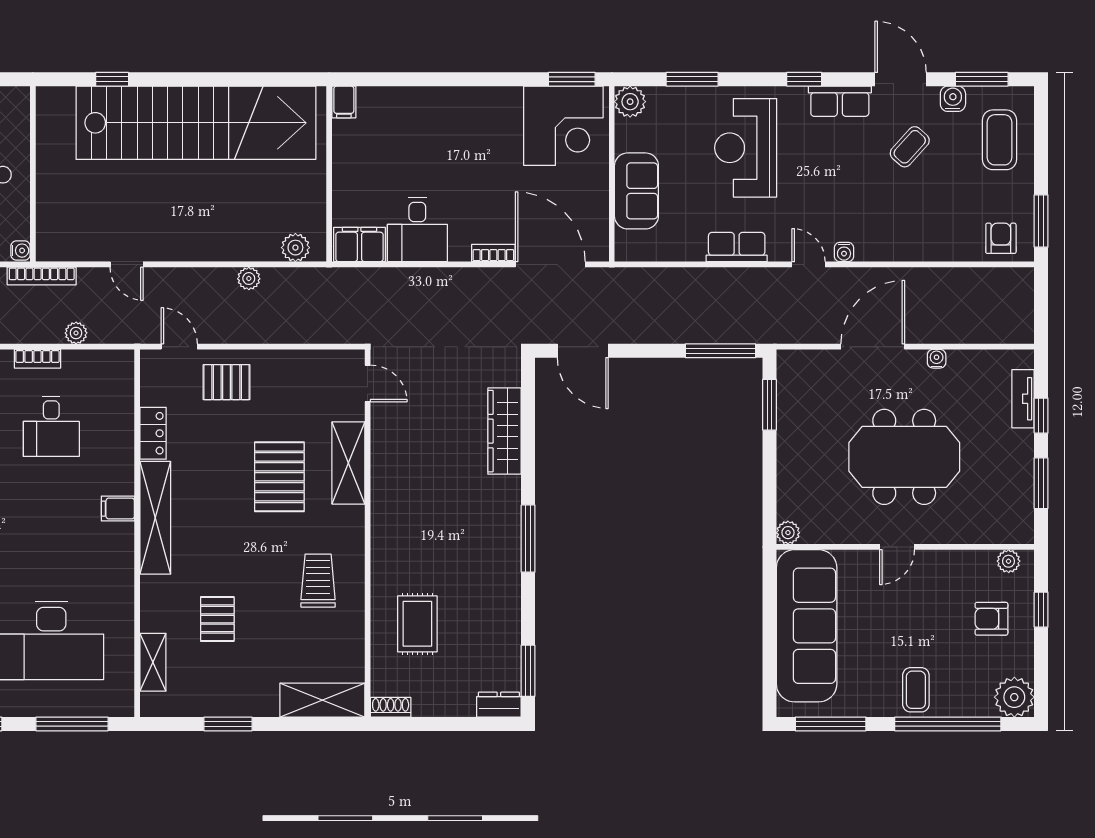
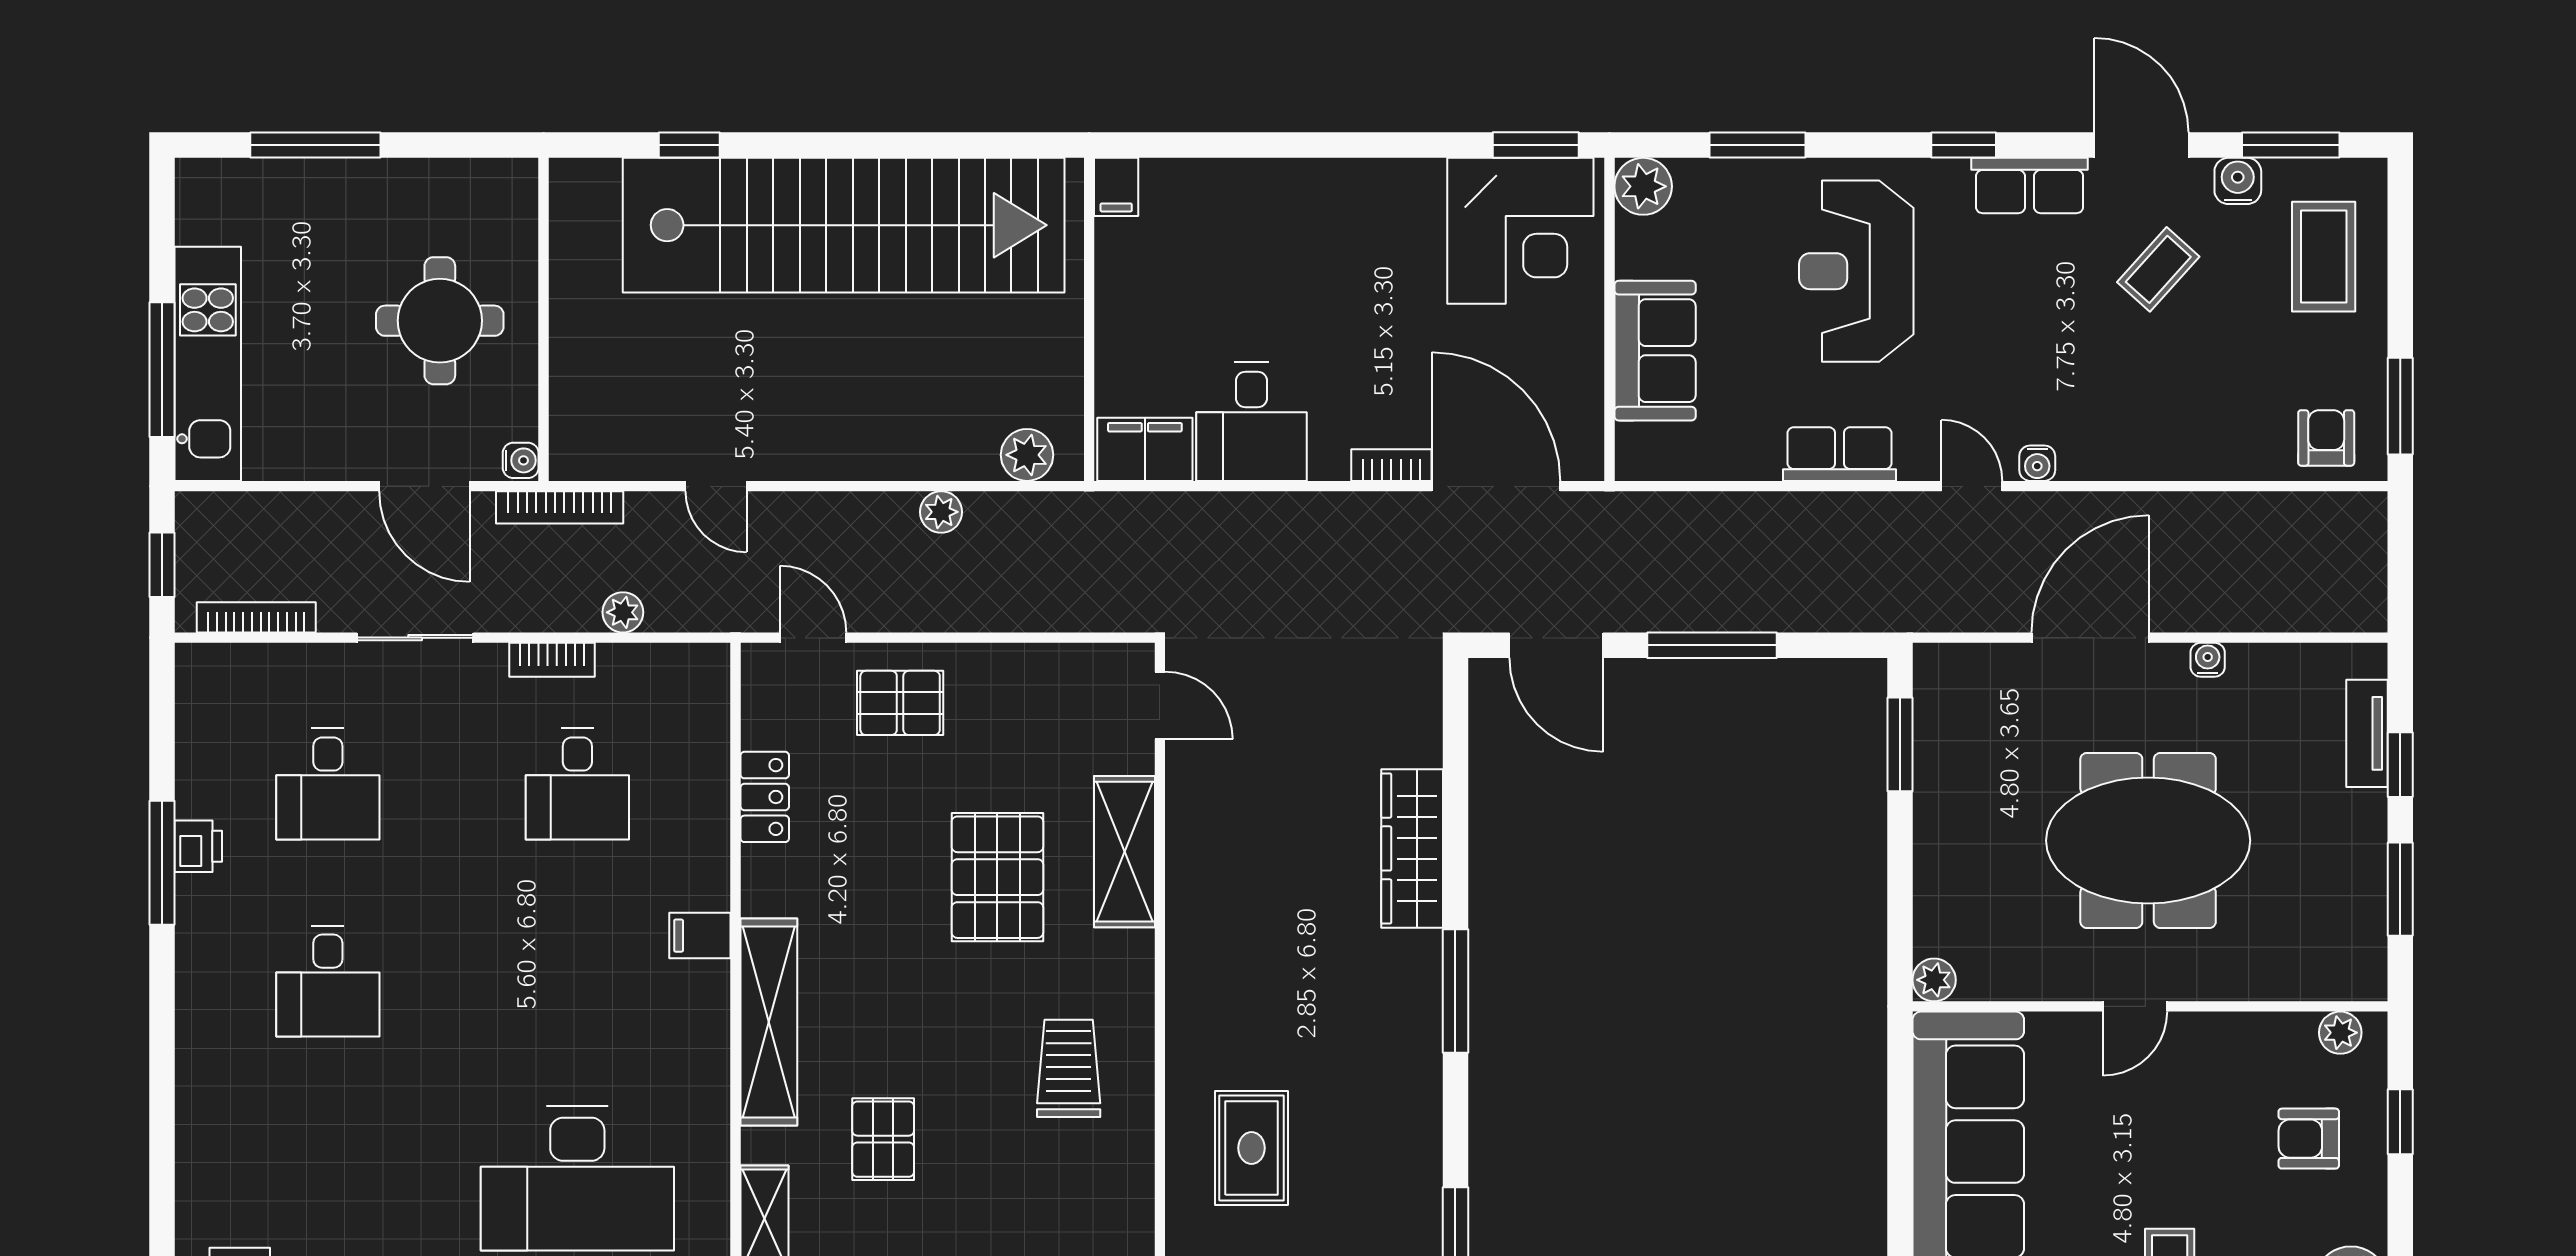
window: (720, 351) -> (1712, 645), moved
wardrobe: (505, 431) -> (1412, 848), moved
shelving: (155, 518) -> (769, 1022), moved

